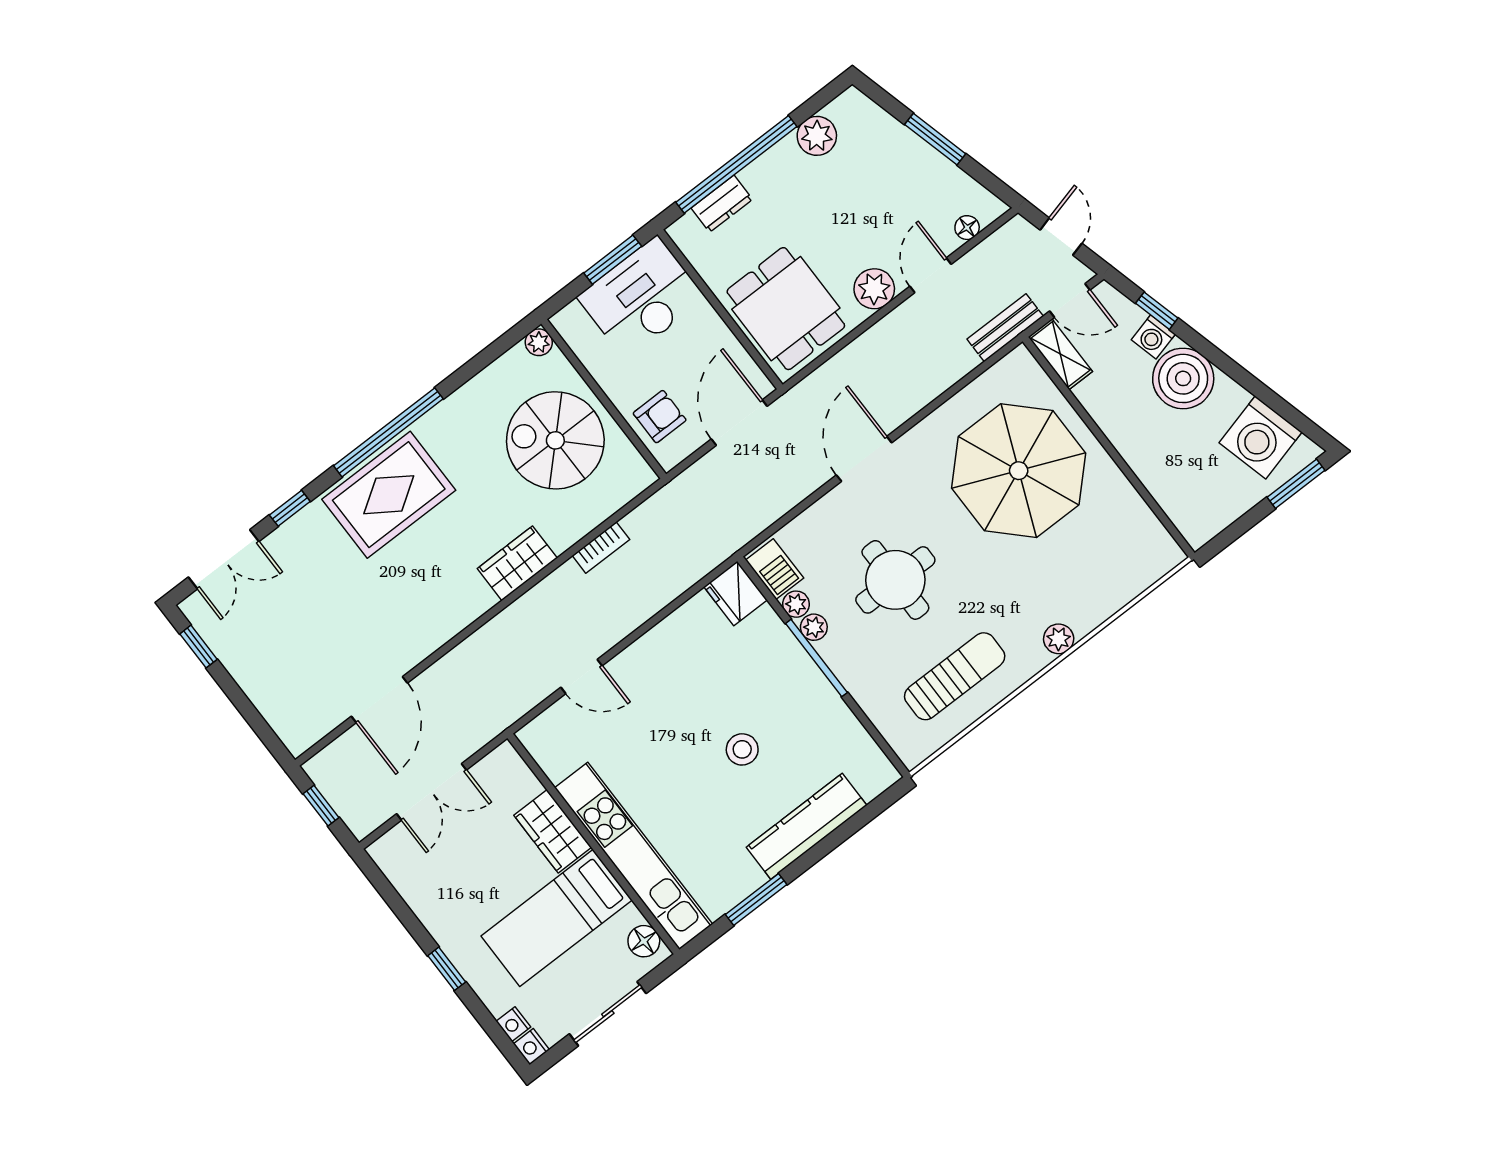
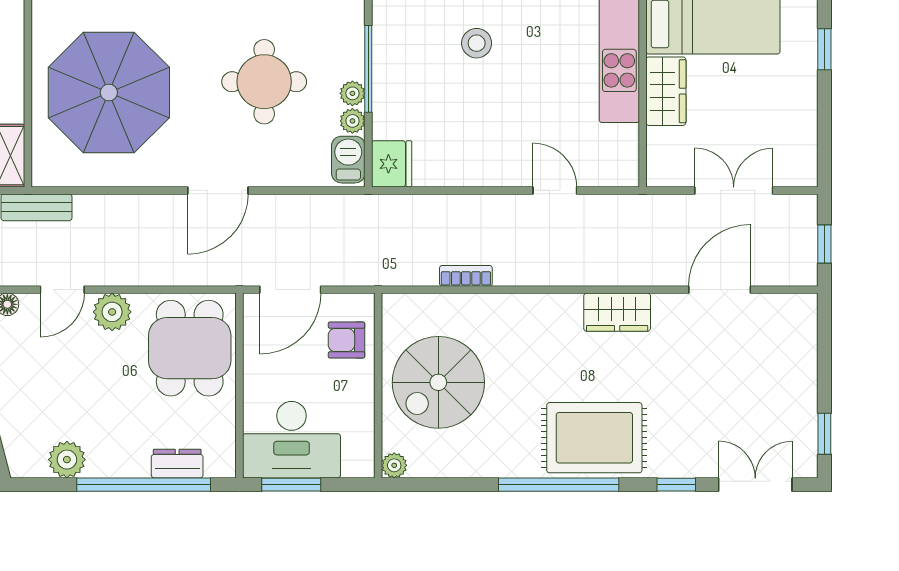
spiral stairs: (555, 440) -> (438, 382), turned 90
wardrobe: (517, 563) -> (617, 312), moved

